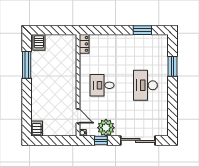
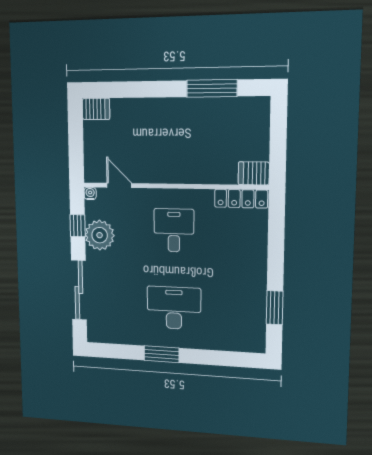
server rack: (39, 42) -> (254, 173), moved
locker: (84, 44) -> (241, 199), width x1.53
window: (172, 66) -> (162, 354), moved
door: (78, 116) -> (119, 185), swing flipped

